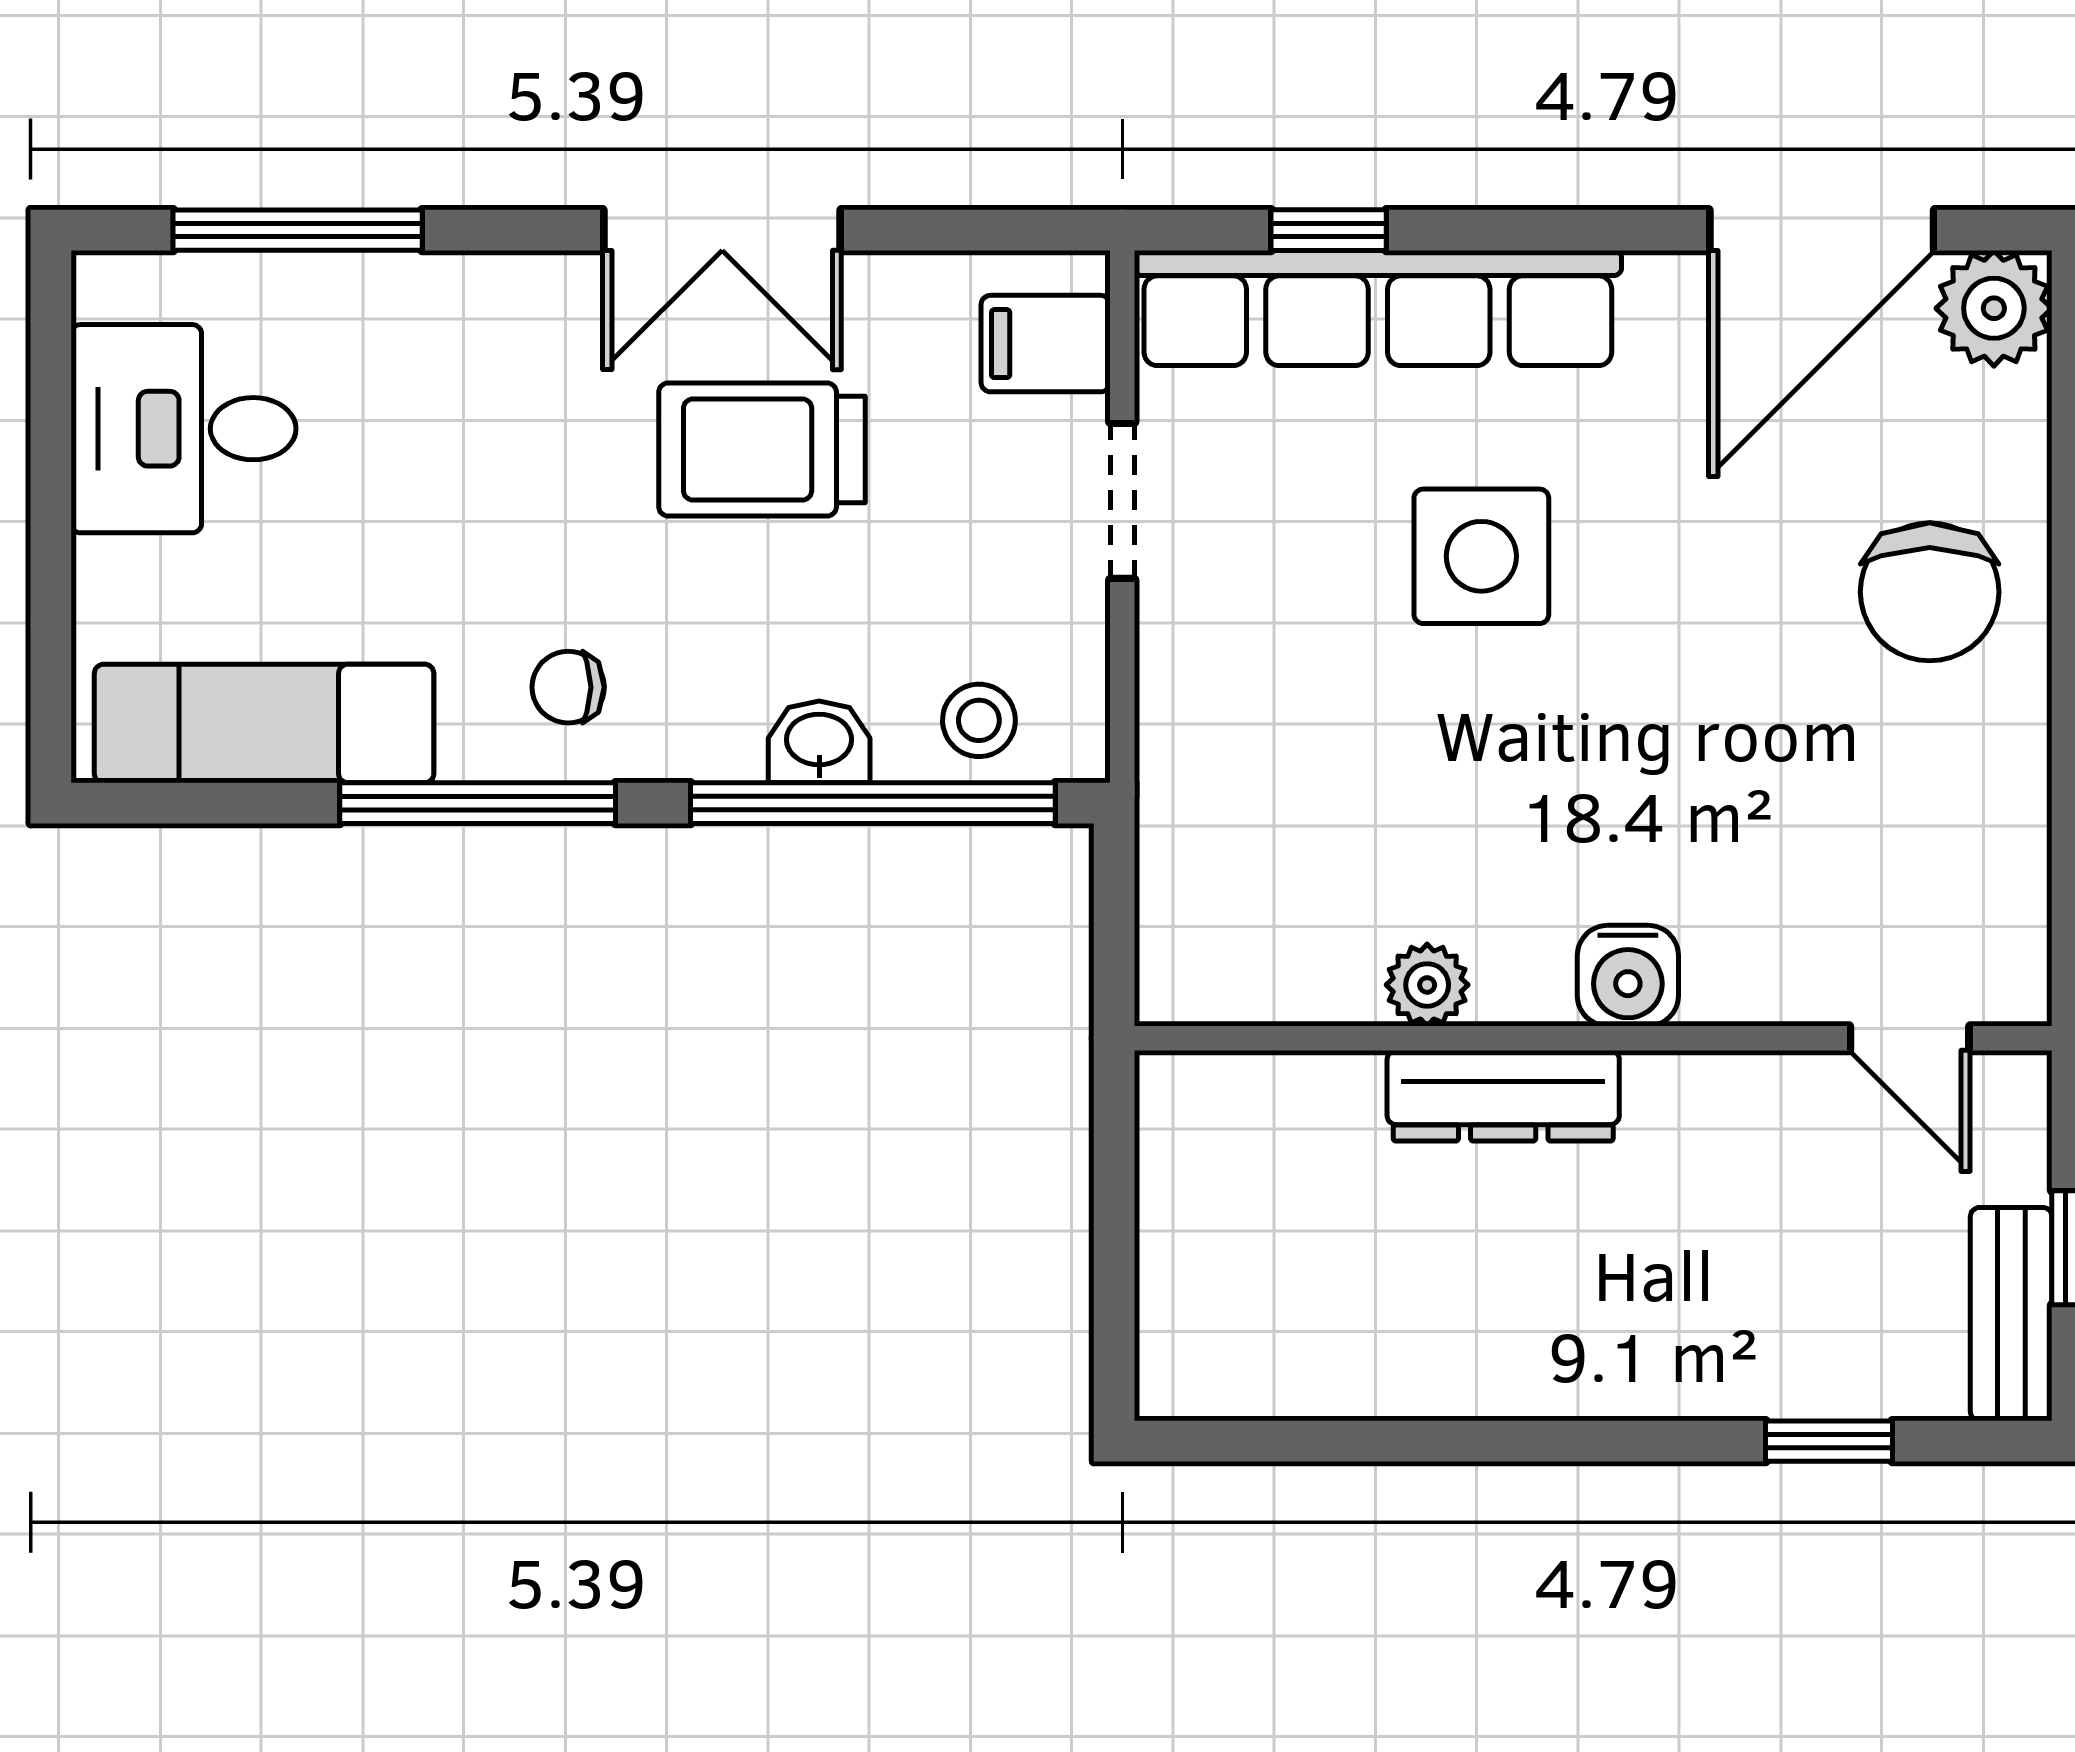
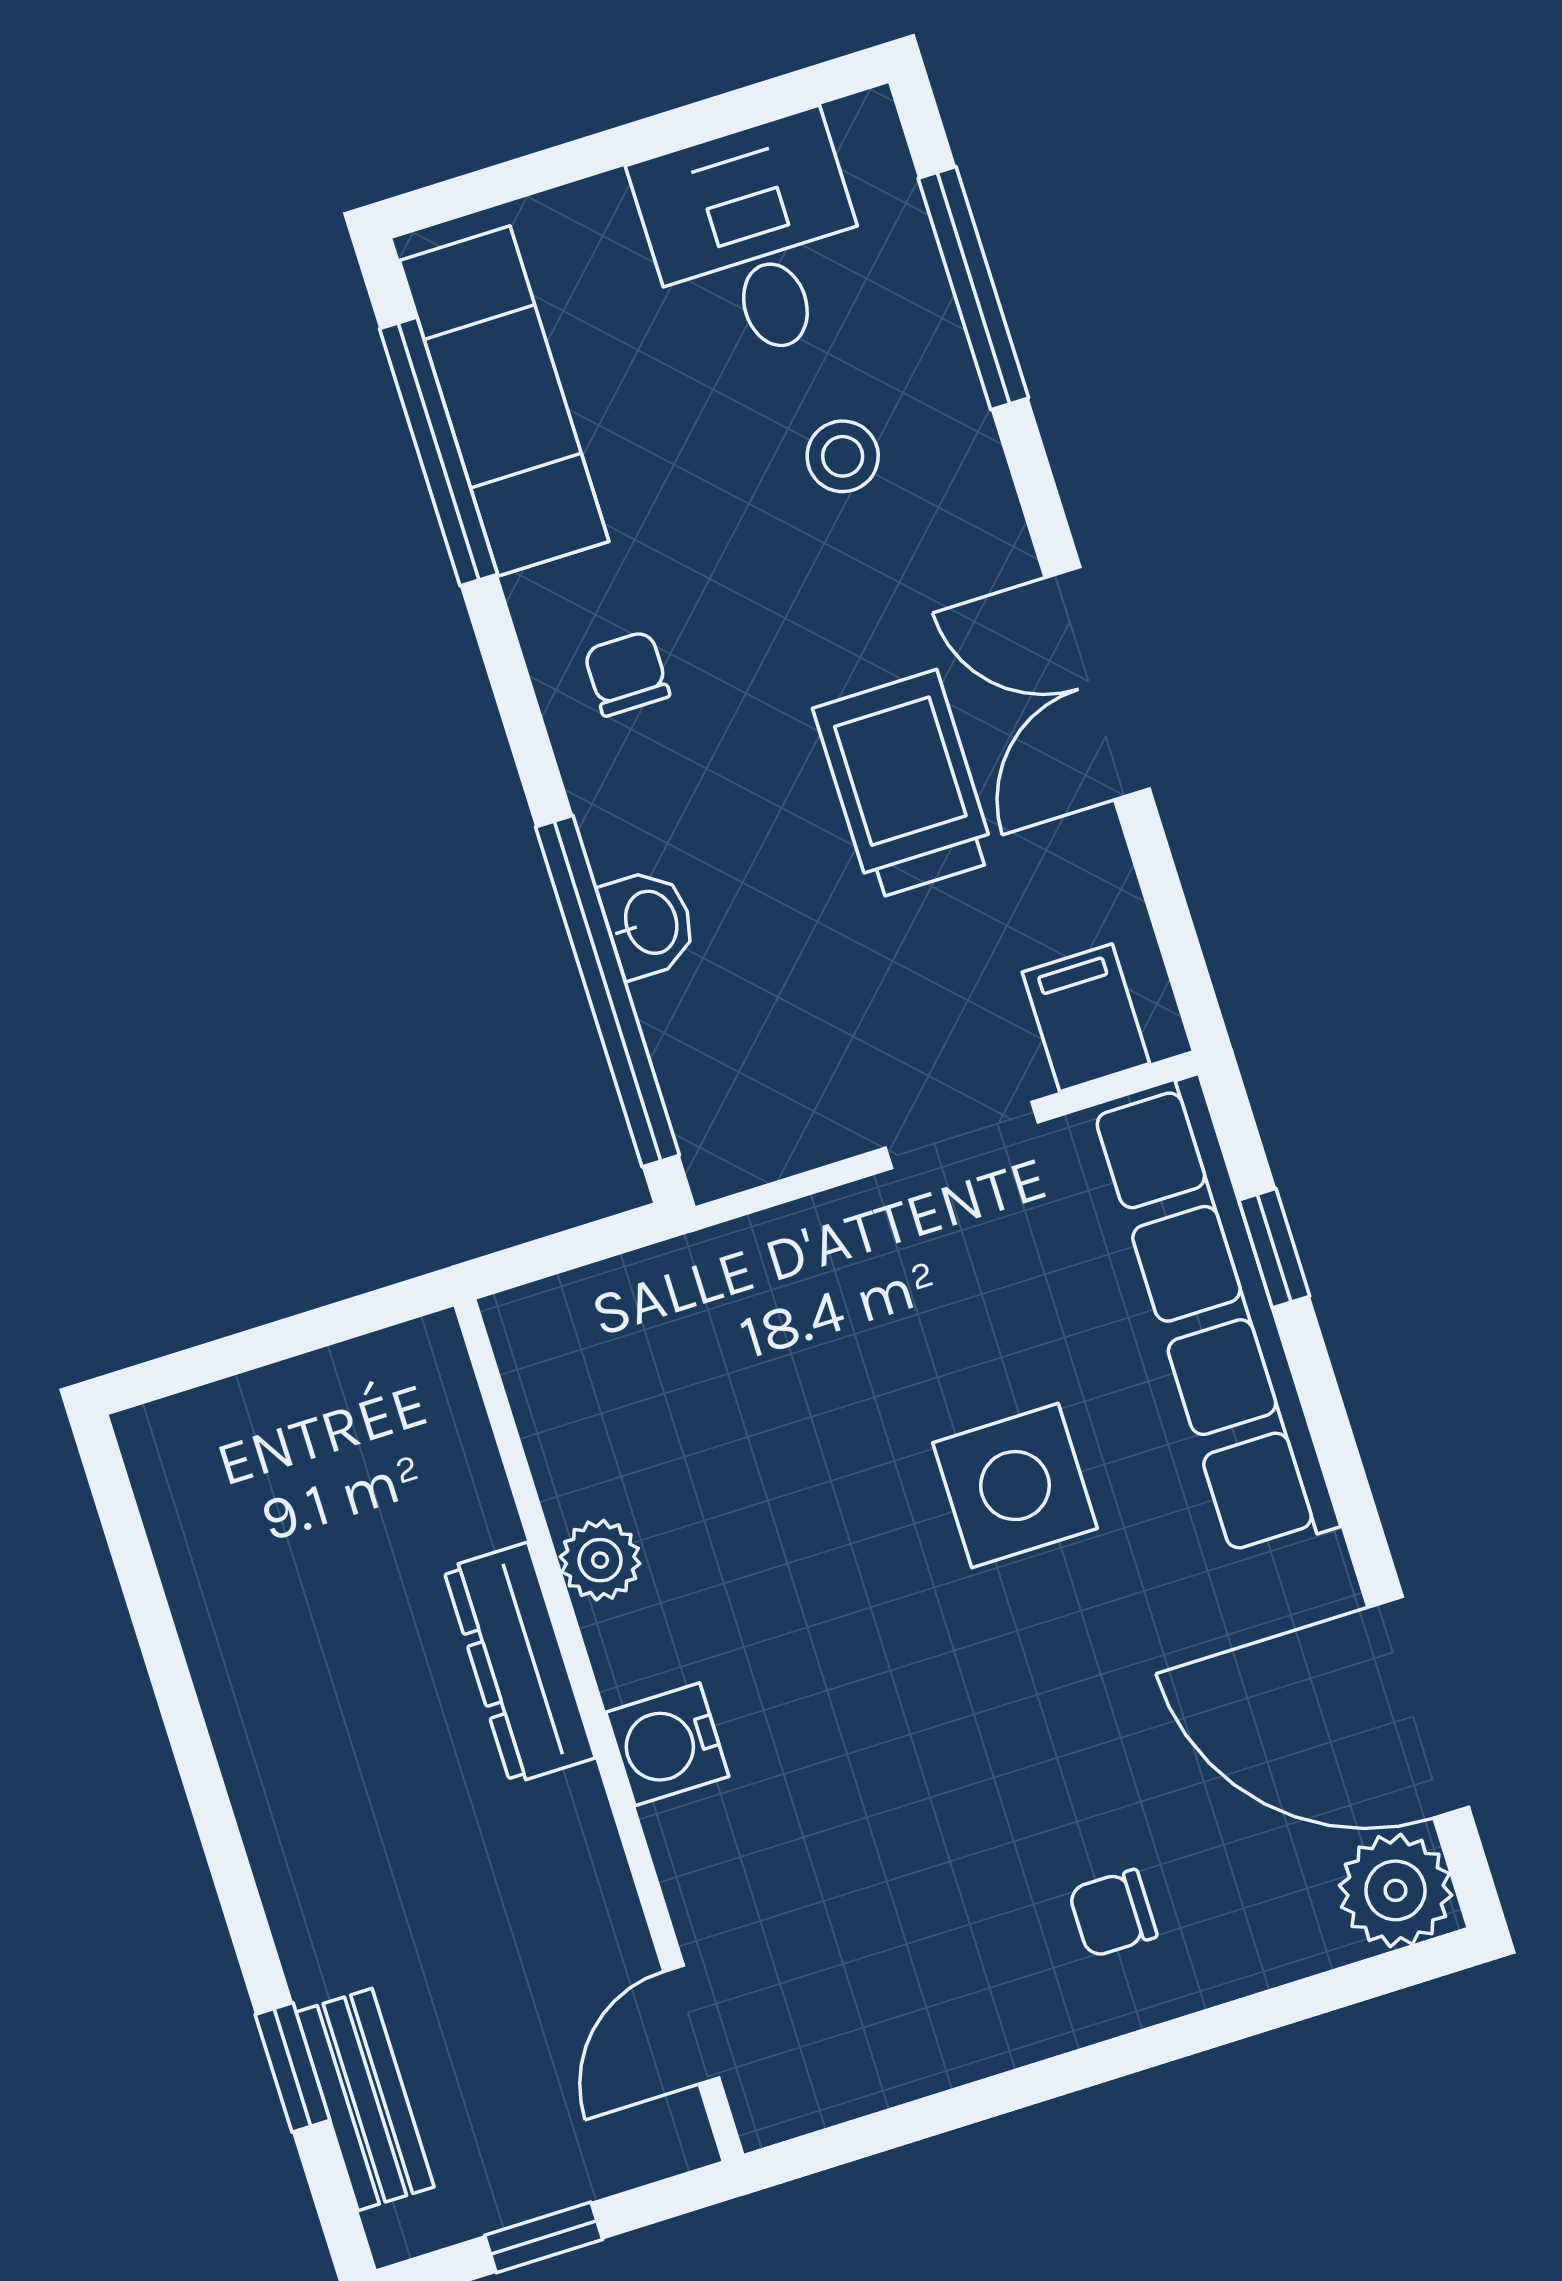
chair: (1930, 592) -> (1113, 1913), width x0.54, depth x0.54
stool: (979, 720) -> (843, 456), moved
window: (478, 803) -> (438, 452), moved
bench: (2011, 1314) -> (365, 2099), moved, turned 90

